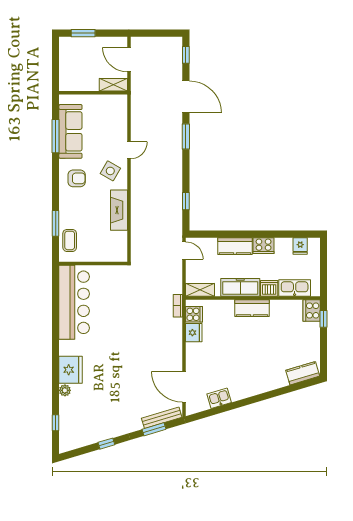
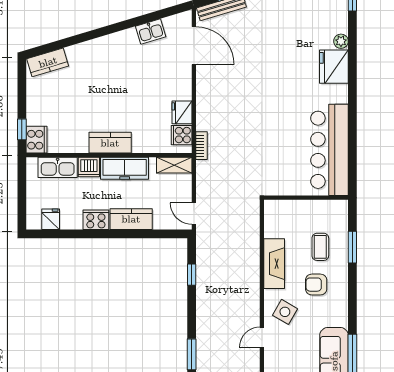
armchair: (77, 178) -> (316, 285), moved
coffee table: (70, 240) -> (320, 247), moved

